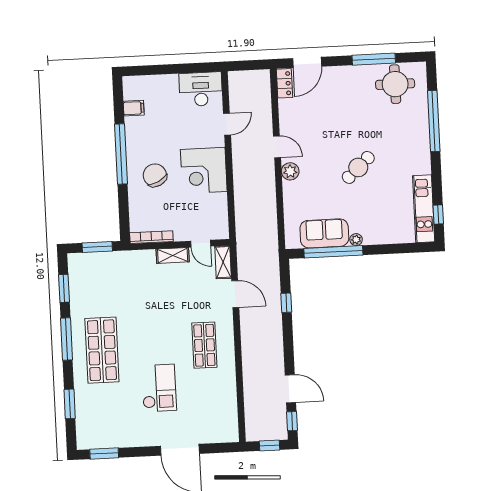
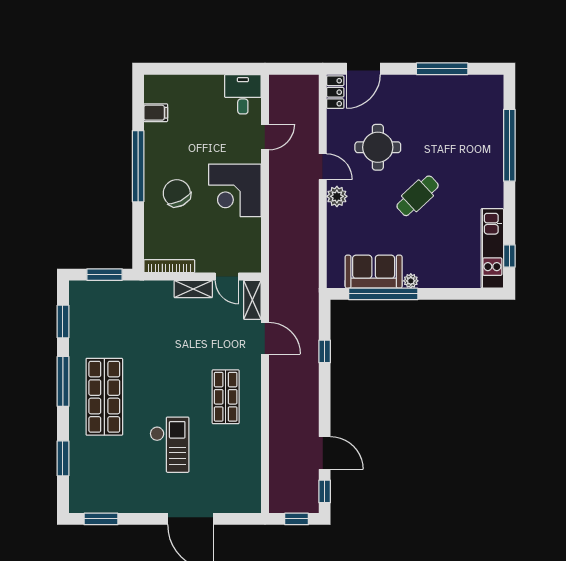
round table: (395, 84) -> (378, 147), moved
desk: (201, 89) -> (243, 94), width x0.73

